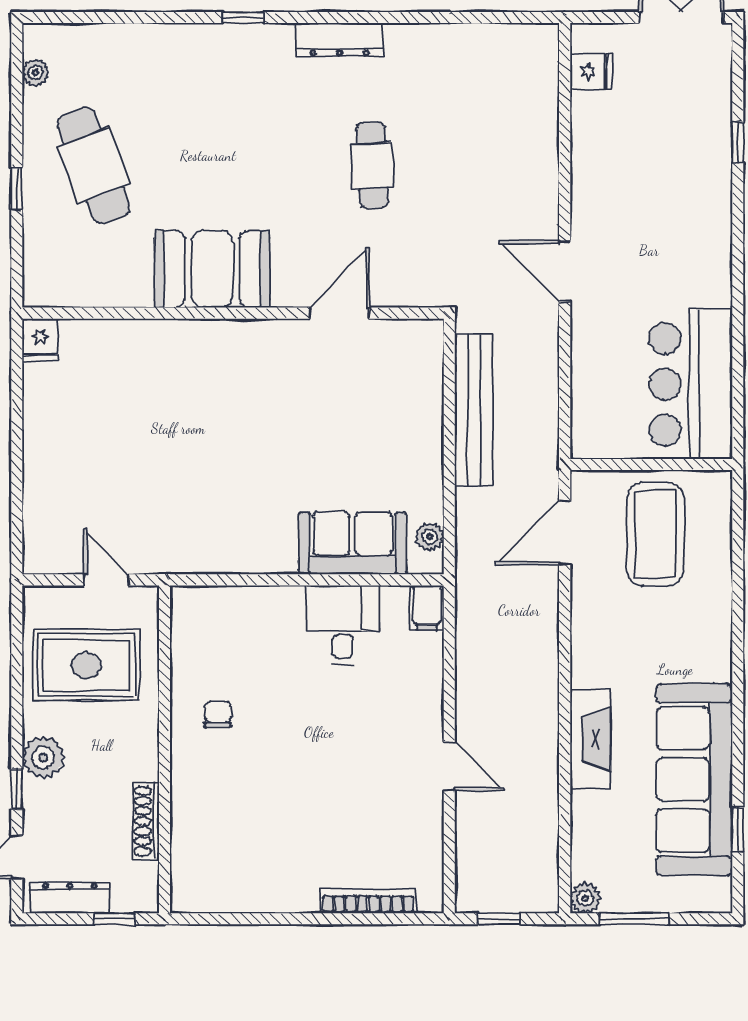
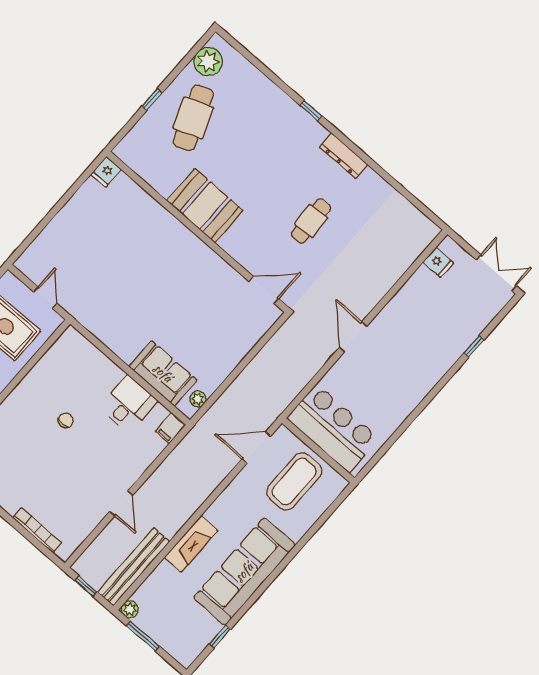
plant: (36, 73) -> (208, 62), width x1.87, depth x1.87
door: (339, 313) -> (264, 290), moved
bar counter: (691, 384) -> (333, 428), moved, turned 90
bench: (474, 410) -> (134, 567), moved
chair: (218, 714) -> (66, 421), moved
sofa: (694, 779) -> (244, 572), moved

